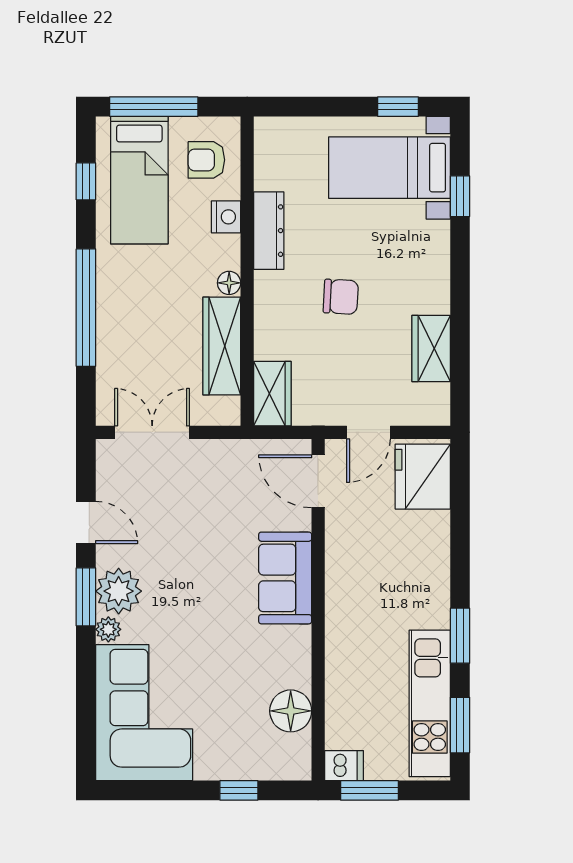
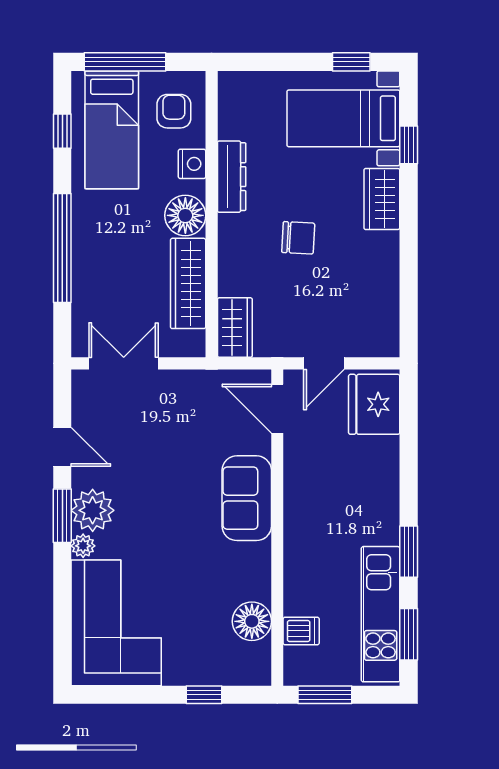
armchair: (206, 160) -> (174, 111), turned 90
floor lamp: (229, 283) -> (185, 215), width x1.89, depth x1.89
wardrobe: (431, 348) -> (382, 199), moved
dishwasher: (344, 766) -> (301, 631), moved

